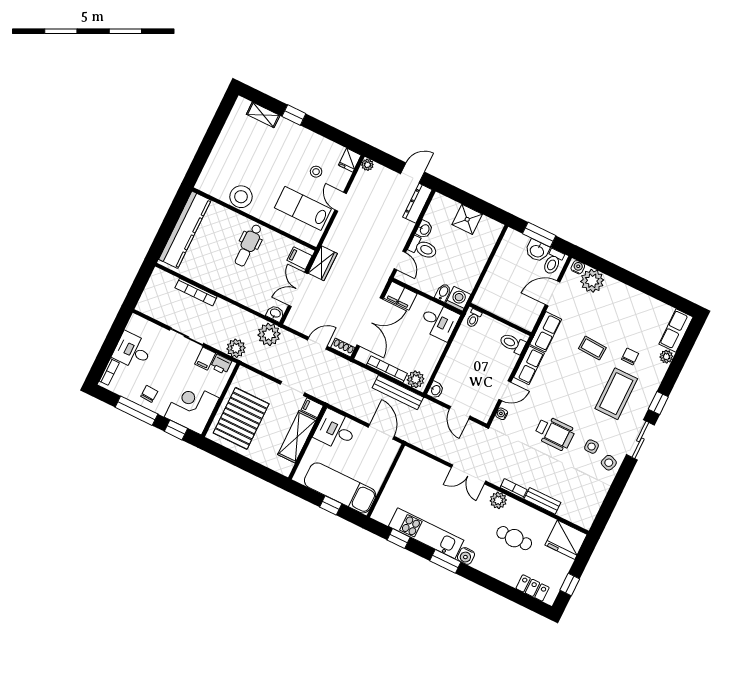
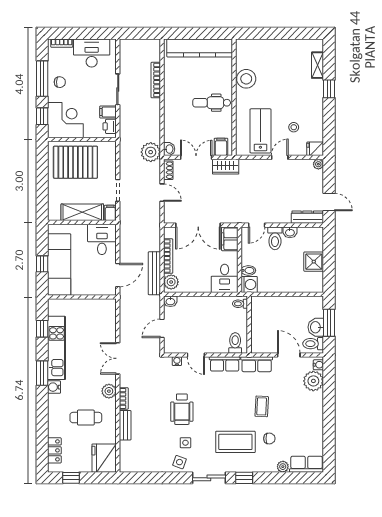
plant: (236, 348) -> (128, 132), removed
shoe rack: (343, 348) -> (168, 170), moved
desk: (132, 351) -> (92, 53), width x1.37
cafe table: (514, 538) -> (86, 418), turned 90

